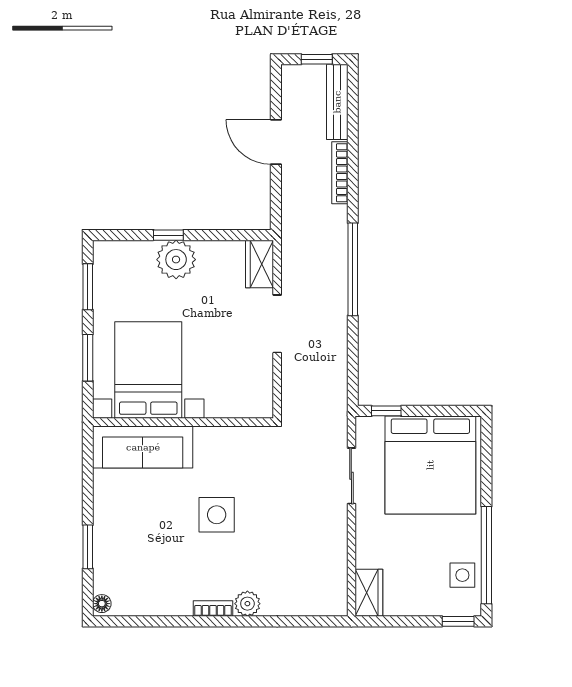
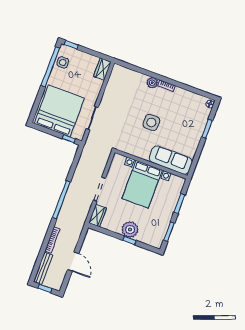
bed with nightstands: (148, 370) -> (142, 184), moved

